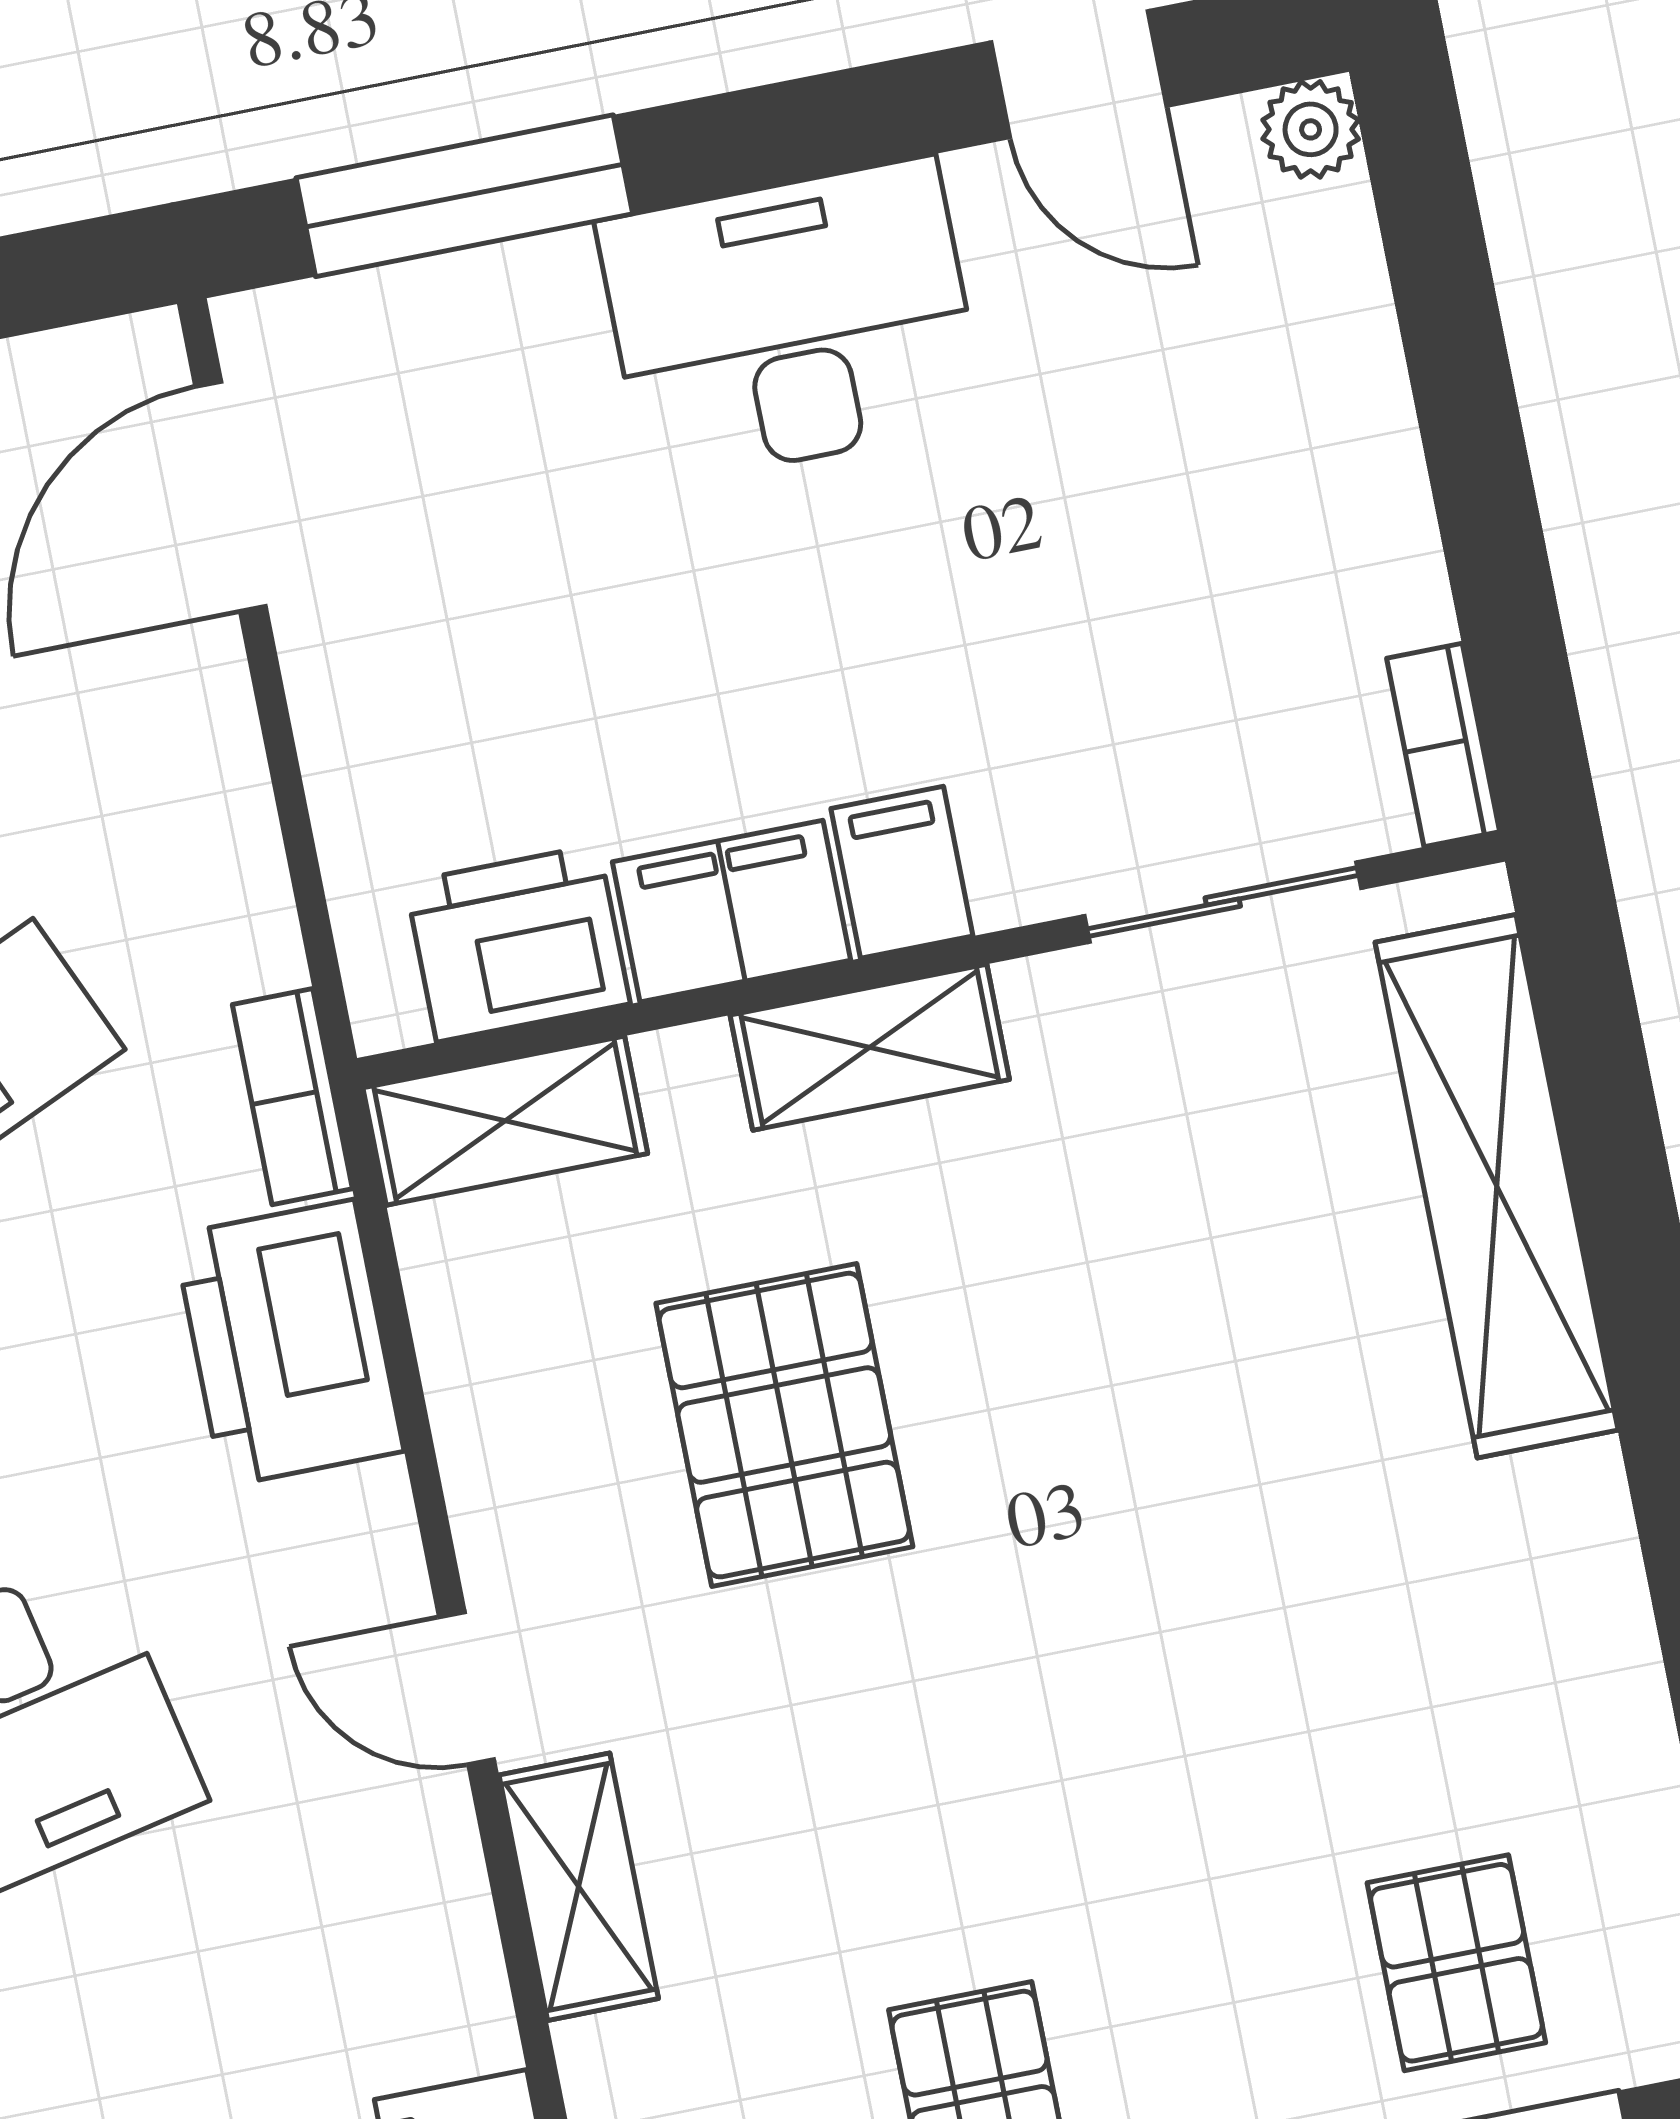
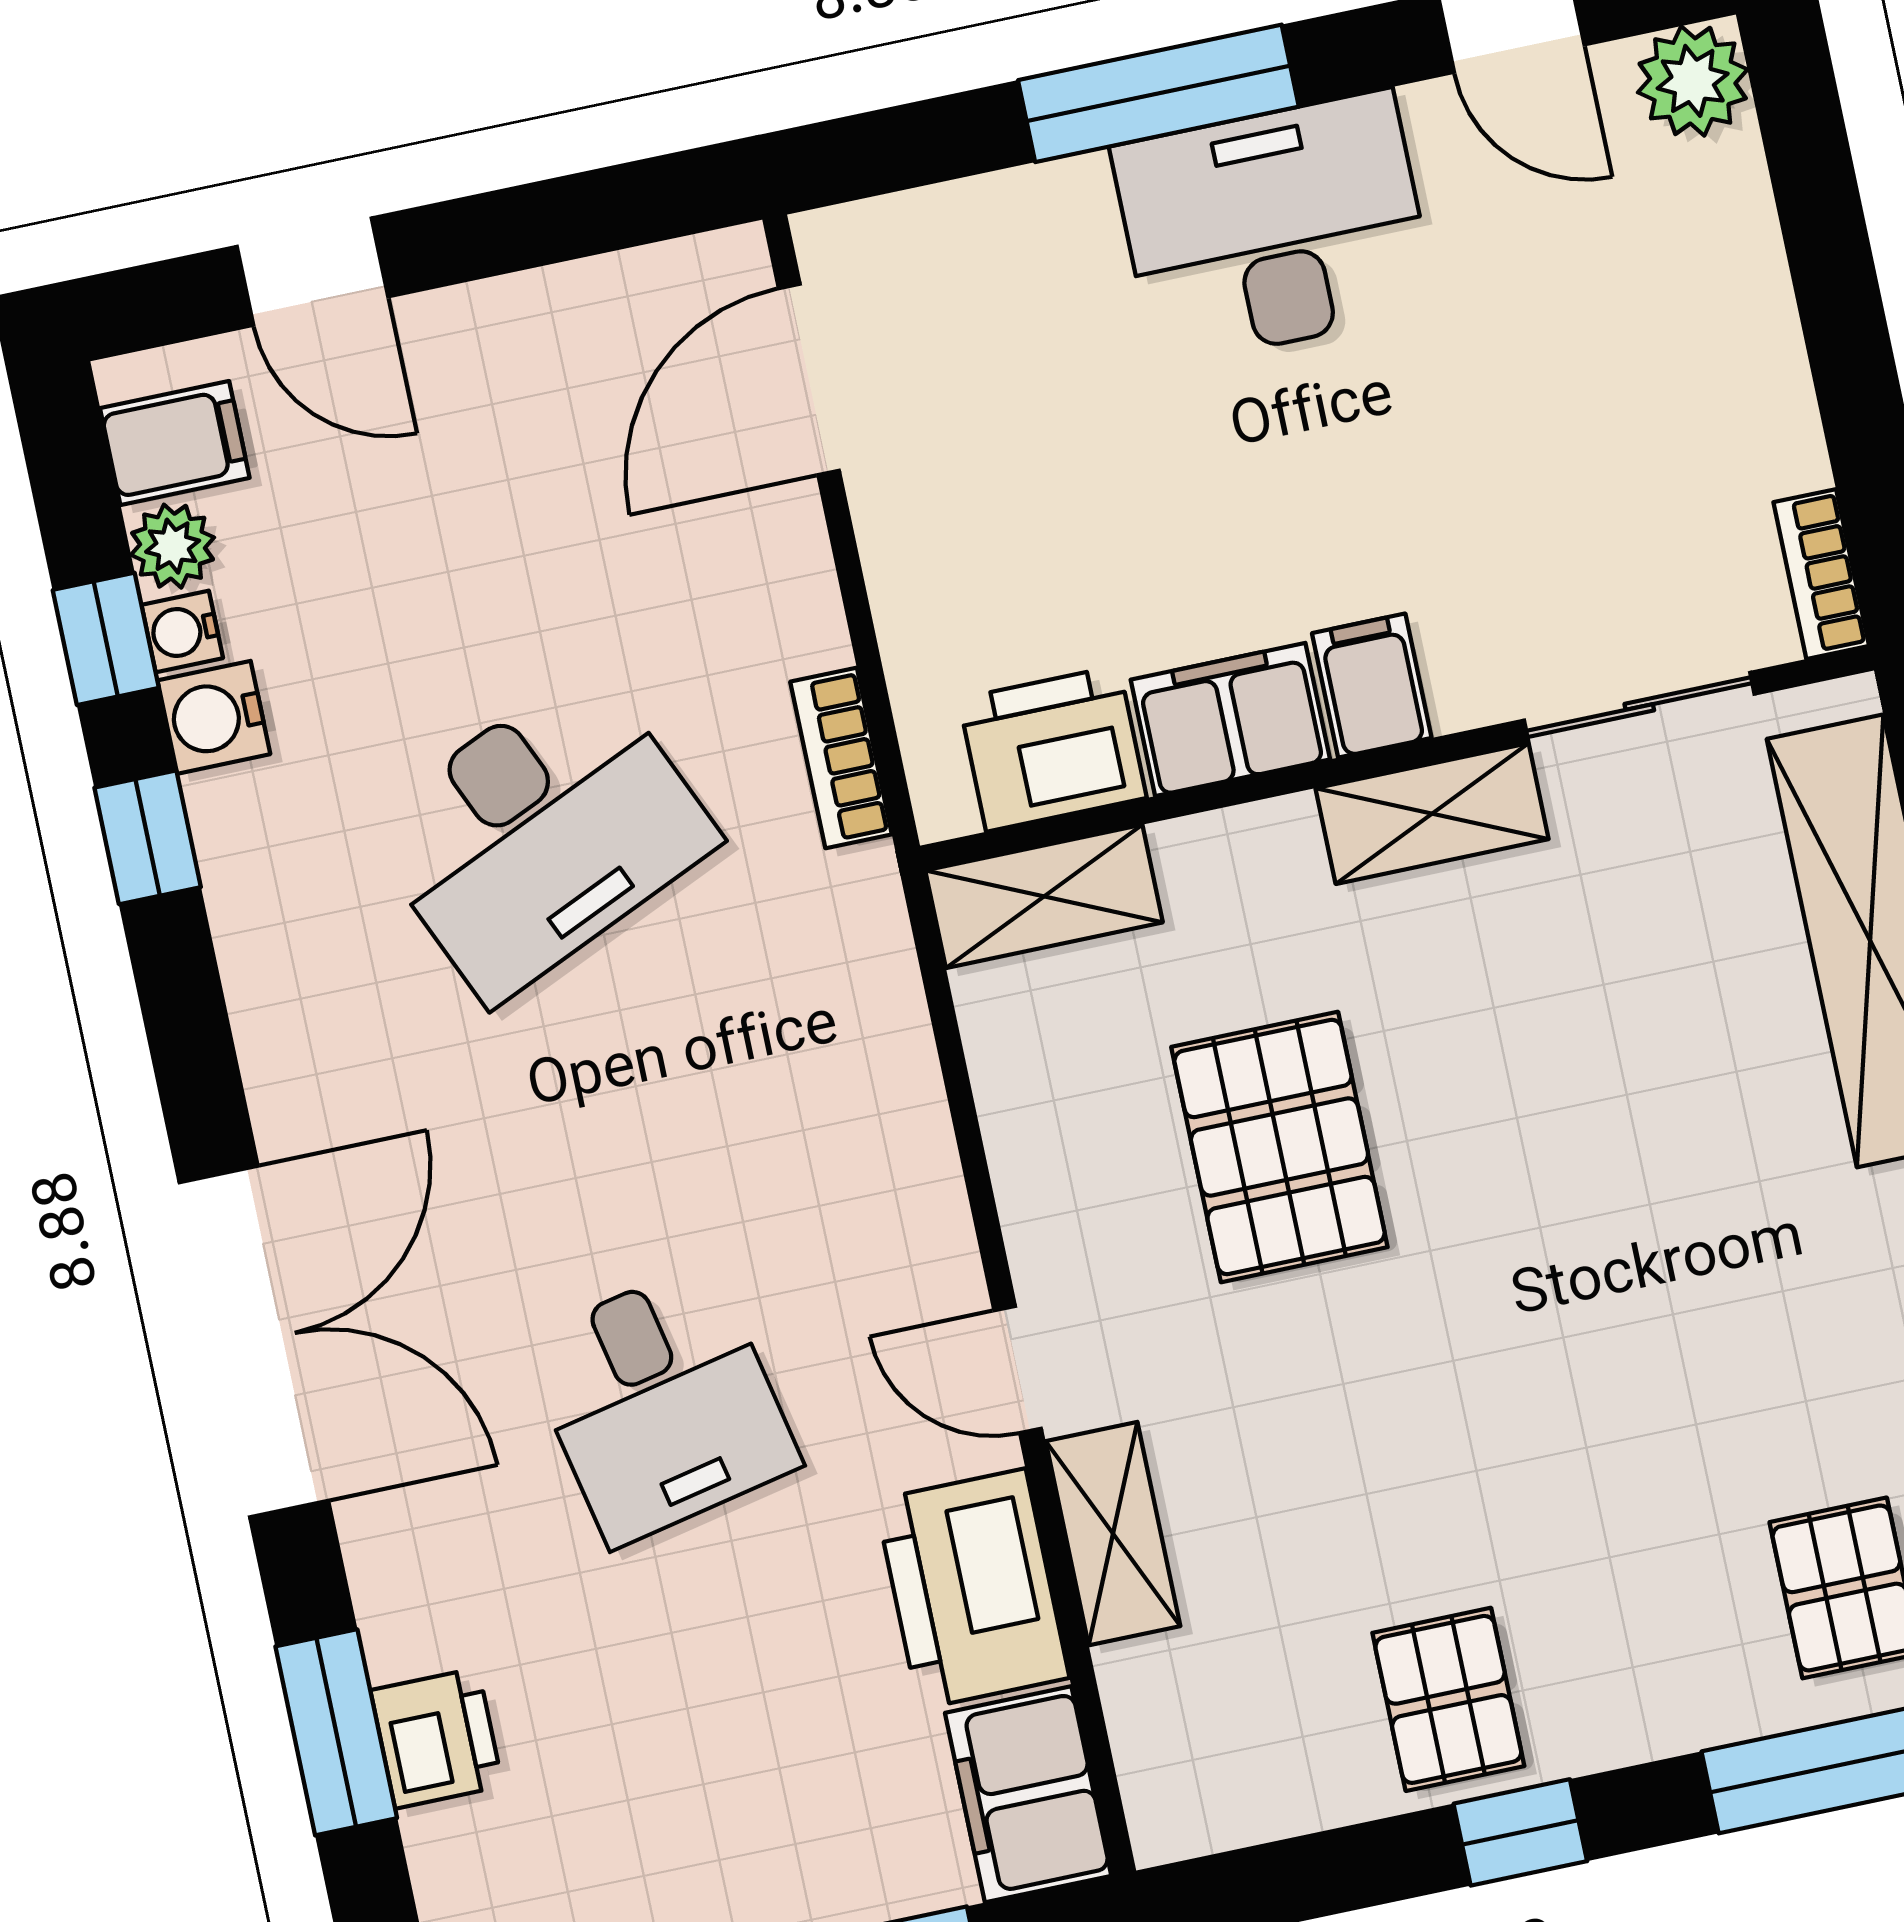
plant: (1311, 129) -> (1693, 81), width x1.38, depth x1.38
window: (464, 196) -> (1158, 93), moved
shelving: (870, 1047) -> (1432, 814), moved
bookcase: (292, 1097) -> (841, 758), moved
printer: (289, 1343) -> (972, 1589), moved

